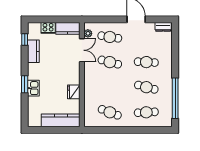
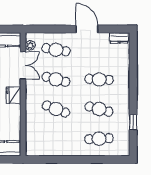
fridge: (74, 92) -> (13, 95), moved
window: (175, 98) -> (133, 122), width x0.32
cafe table: (110, 112) -> (56, 109), moved

